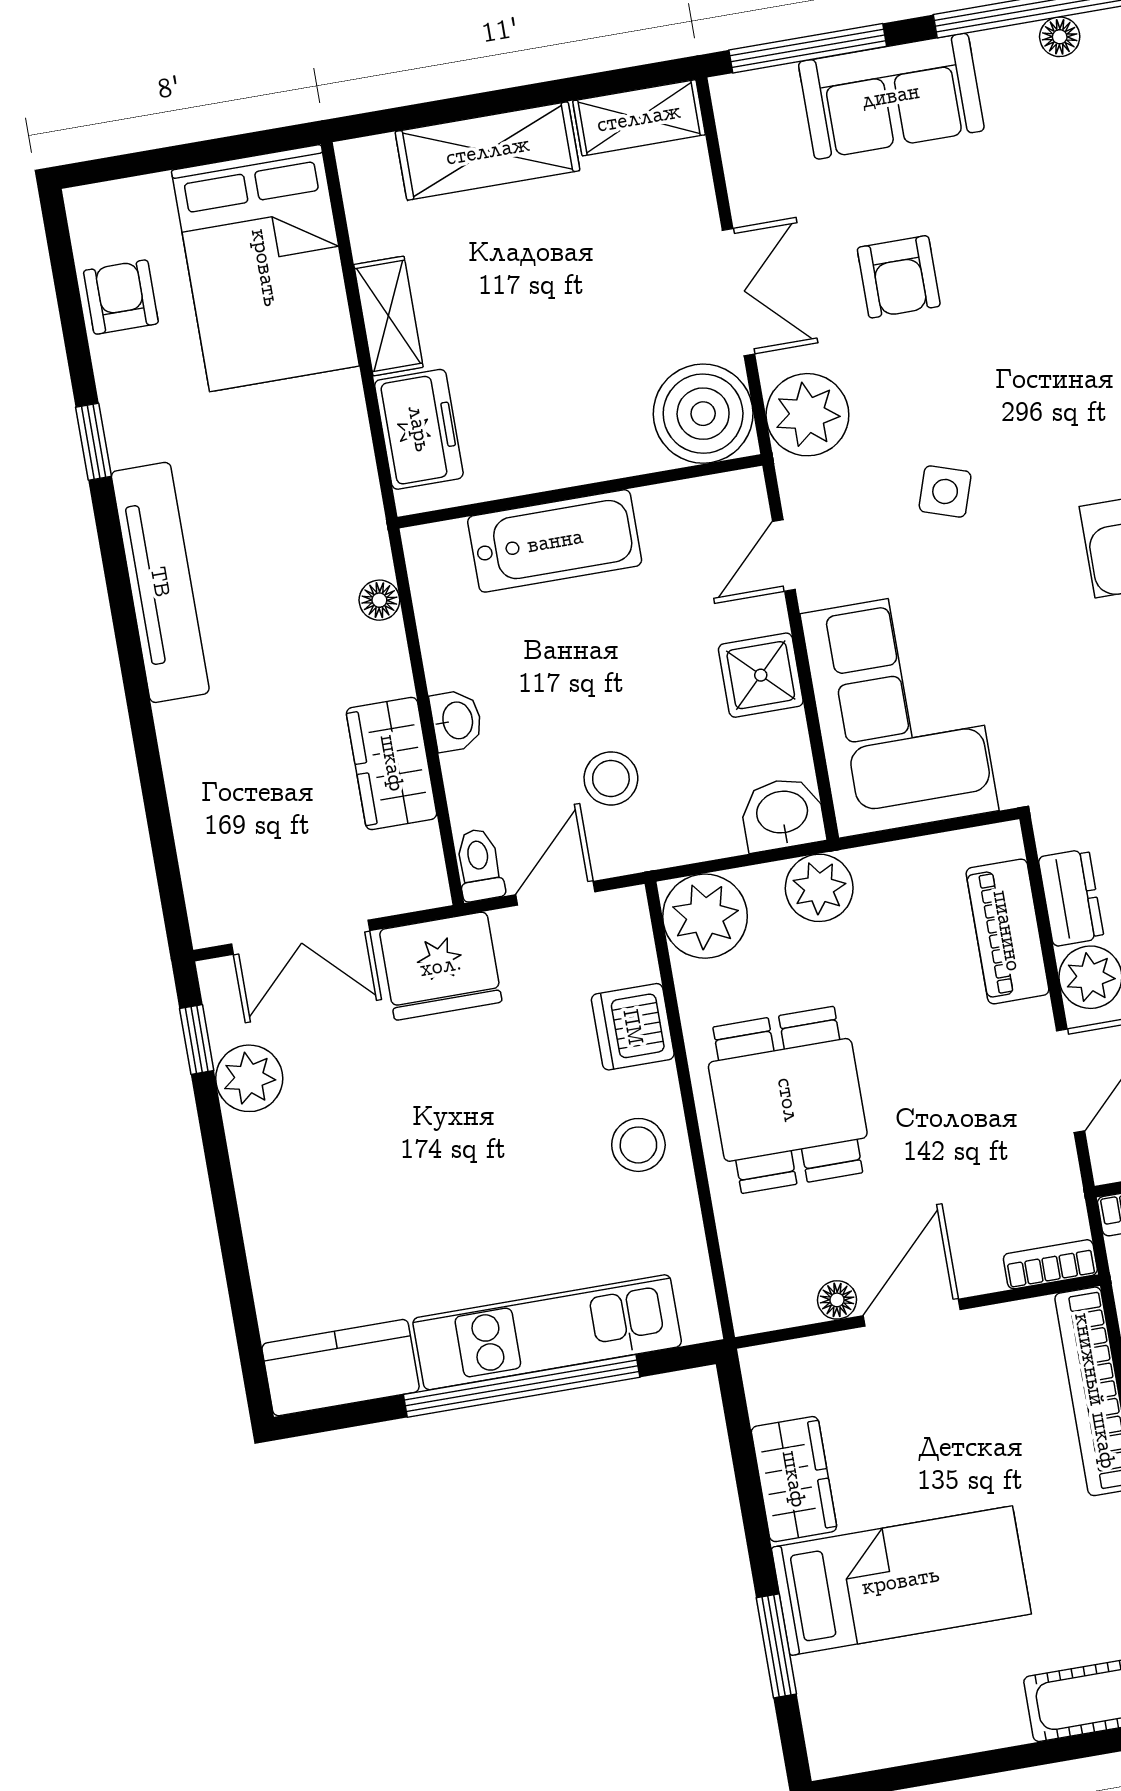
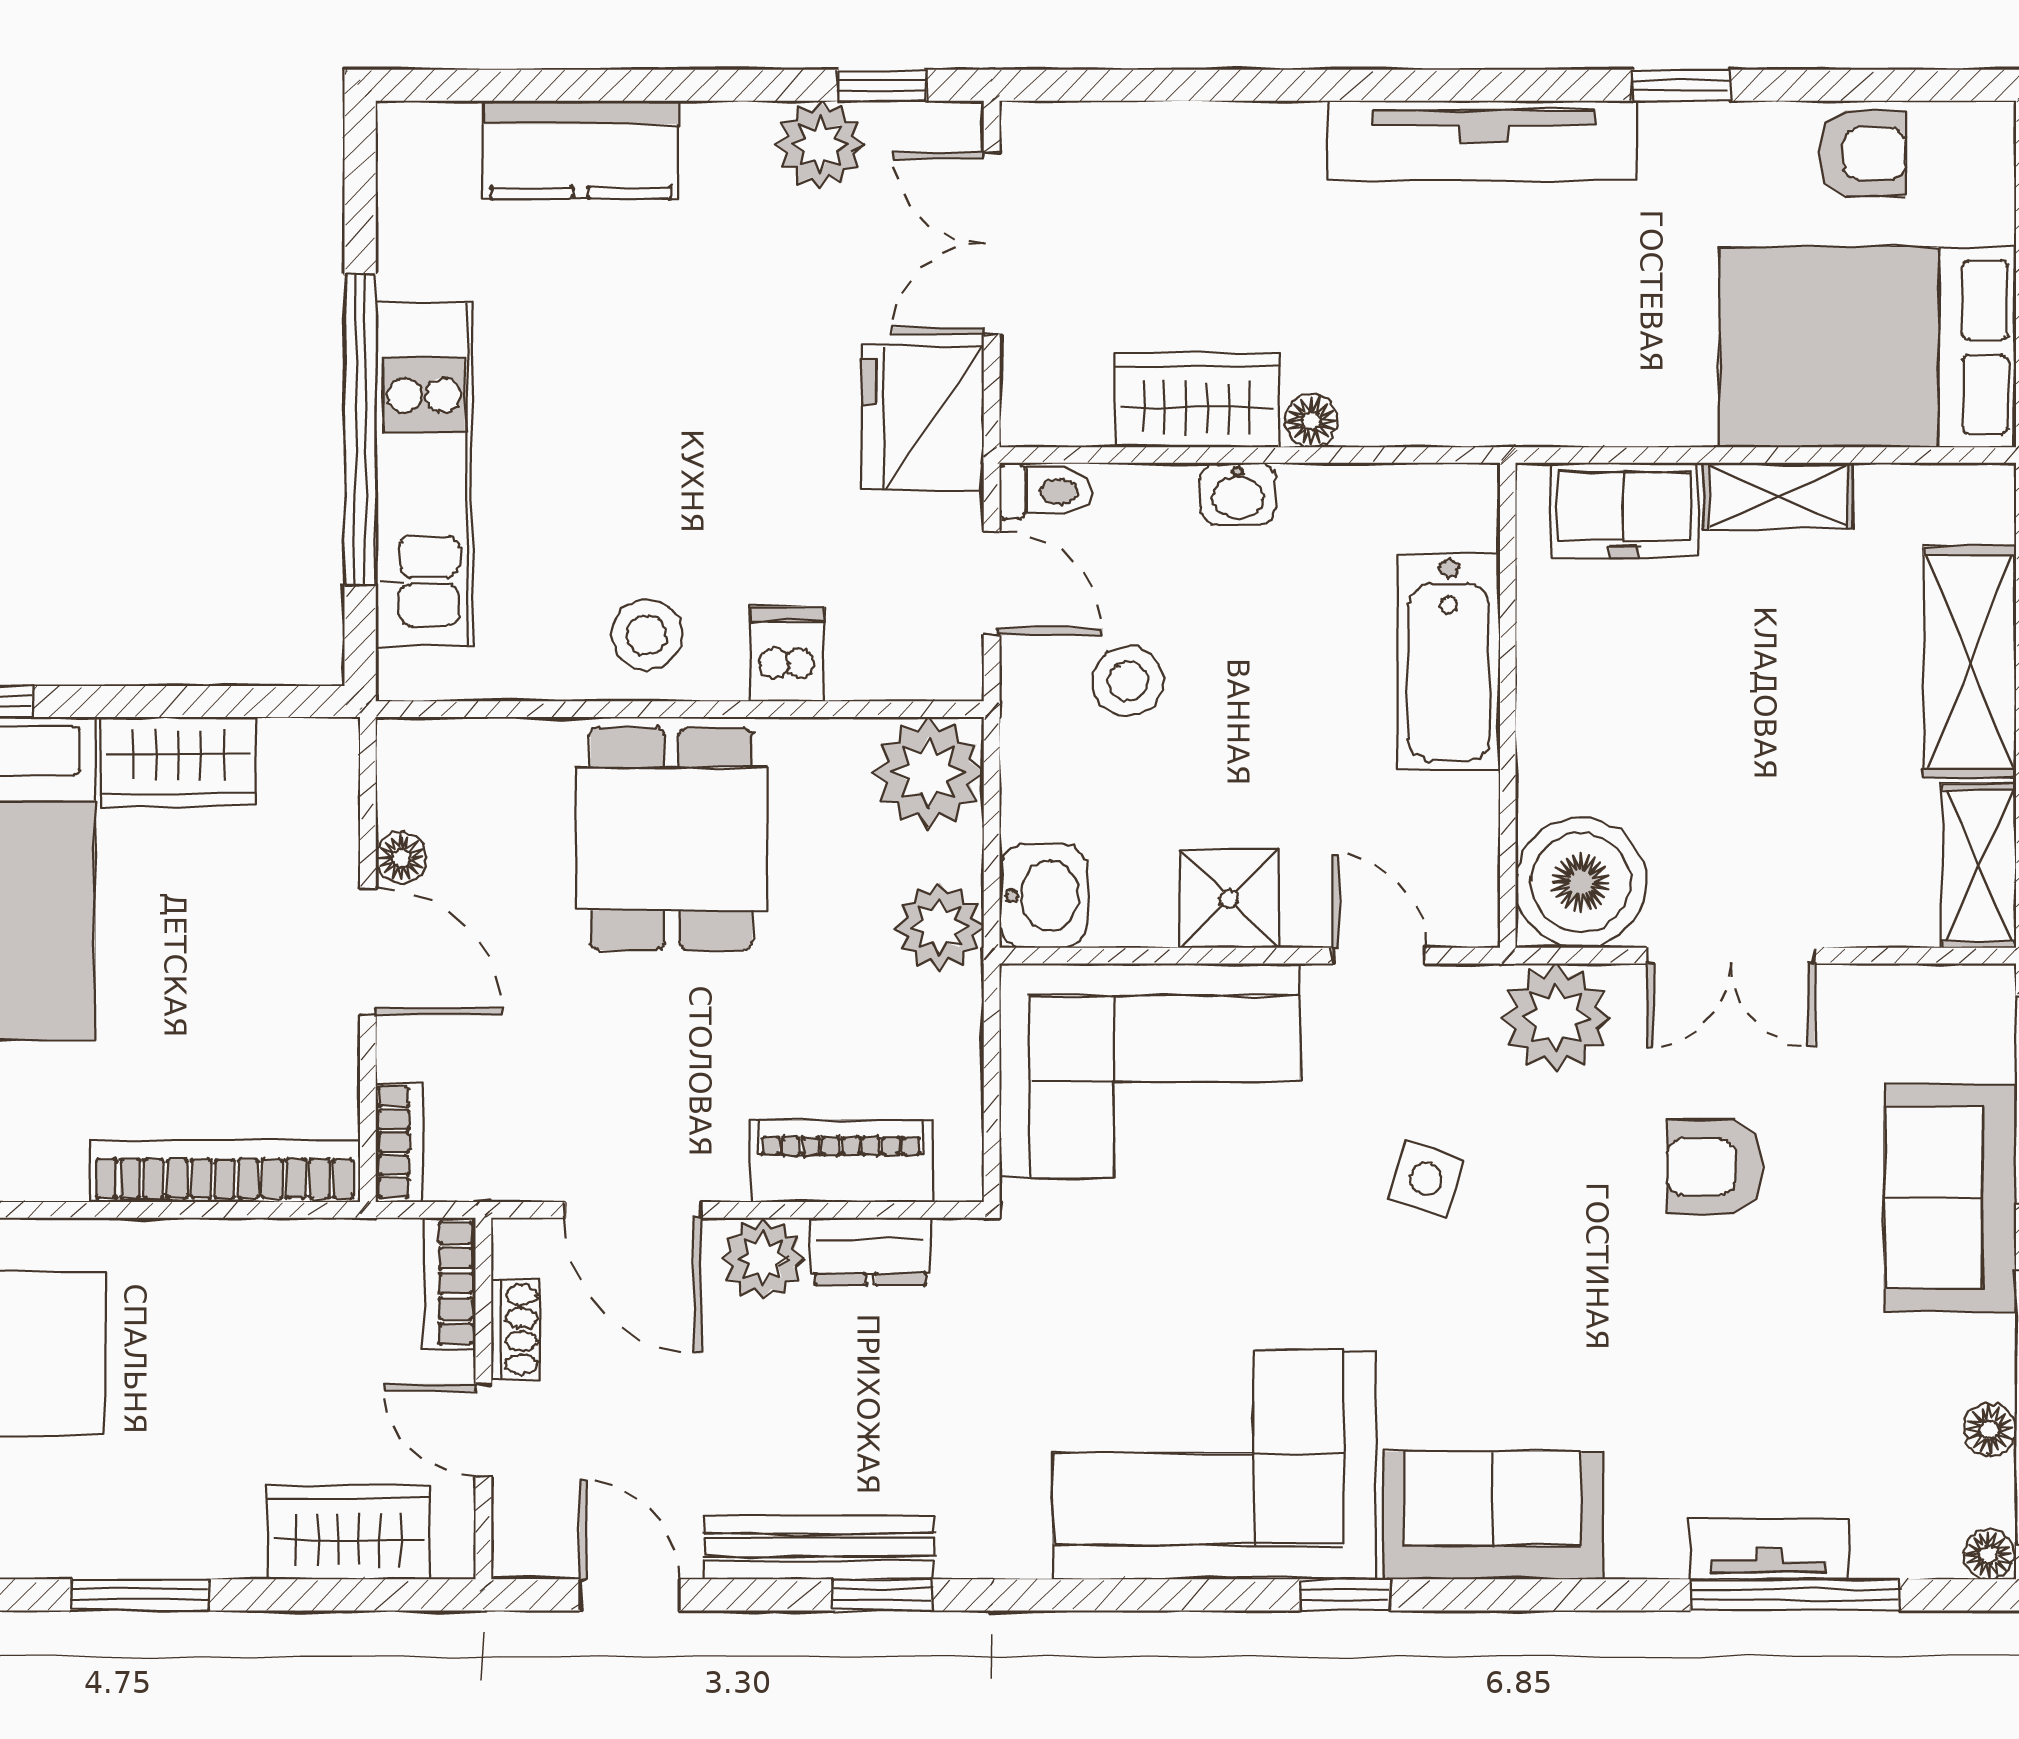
floor lamp: (379, 600) -> (1311, 421), moved
dishwasher: (633, 1027) -> (787, 654), width x0.73
dining table: (788, 1100) -> (672, 839), turned 90
kitchen counter: (341, 1368) -> (581, 150), moved, turned 90

